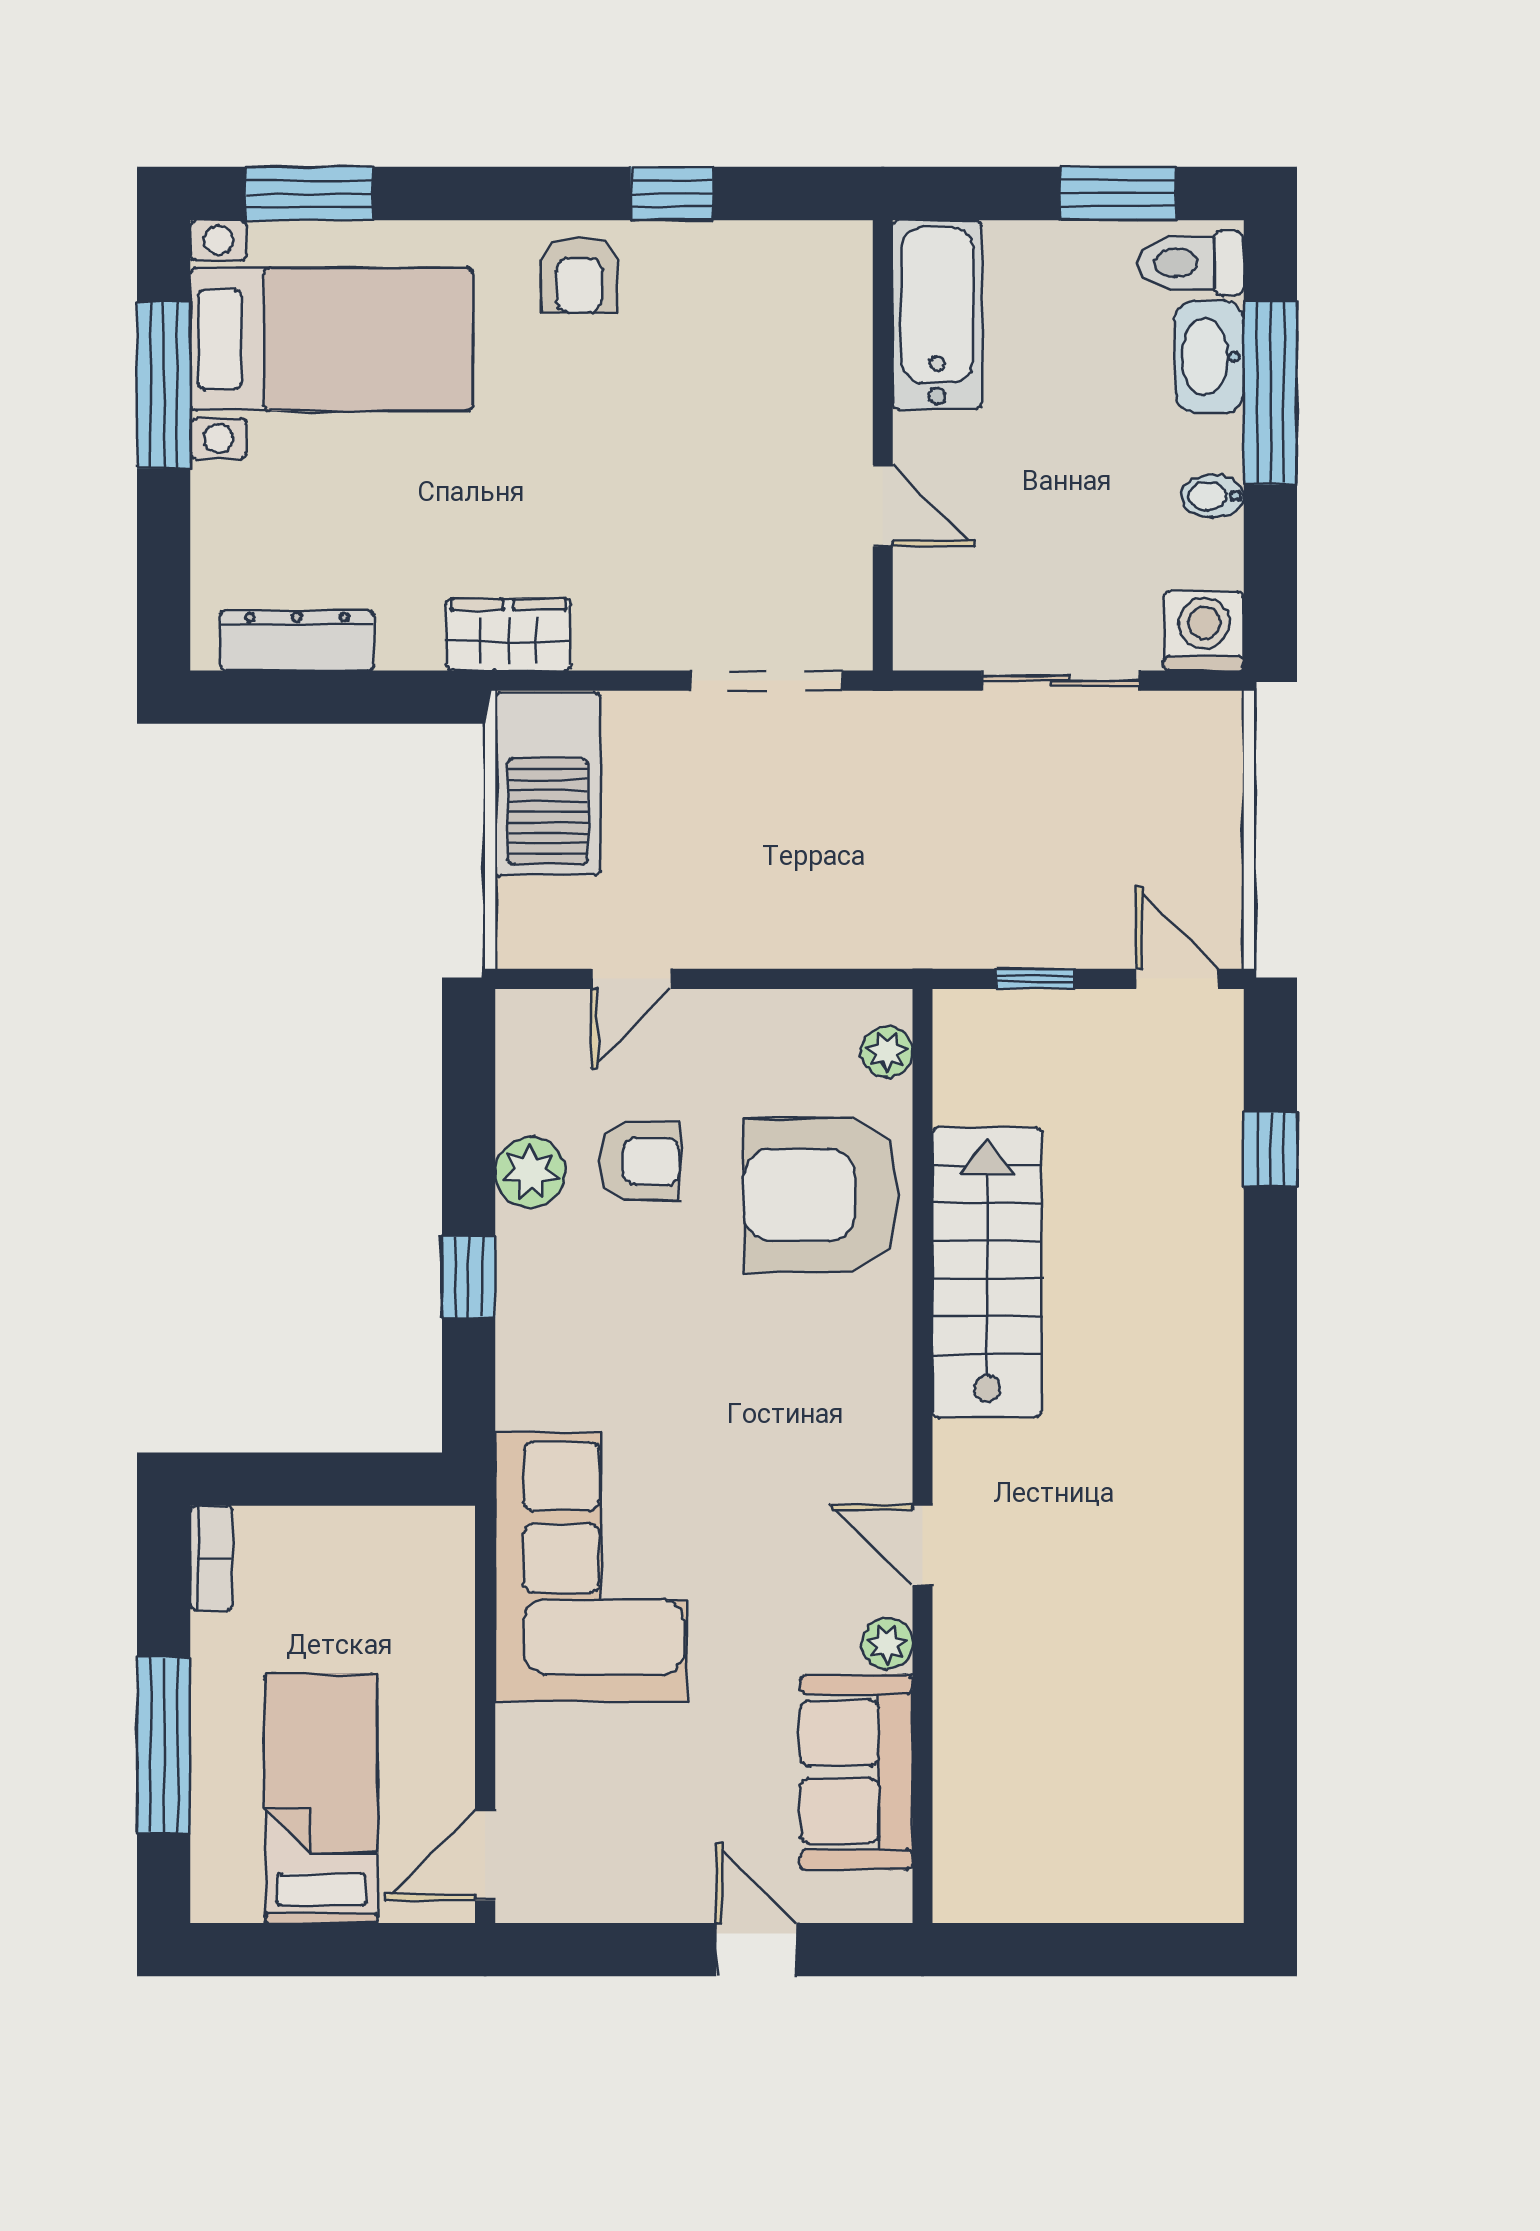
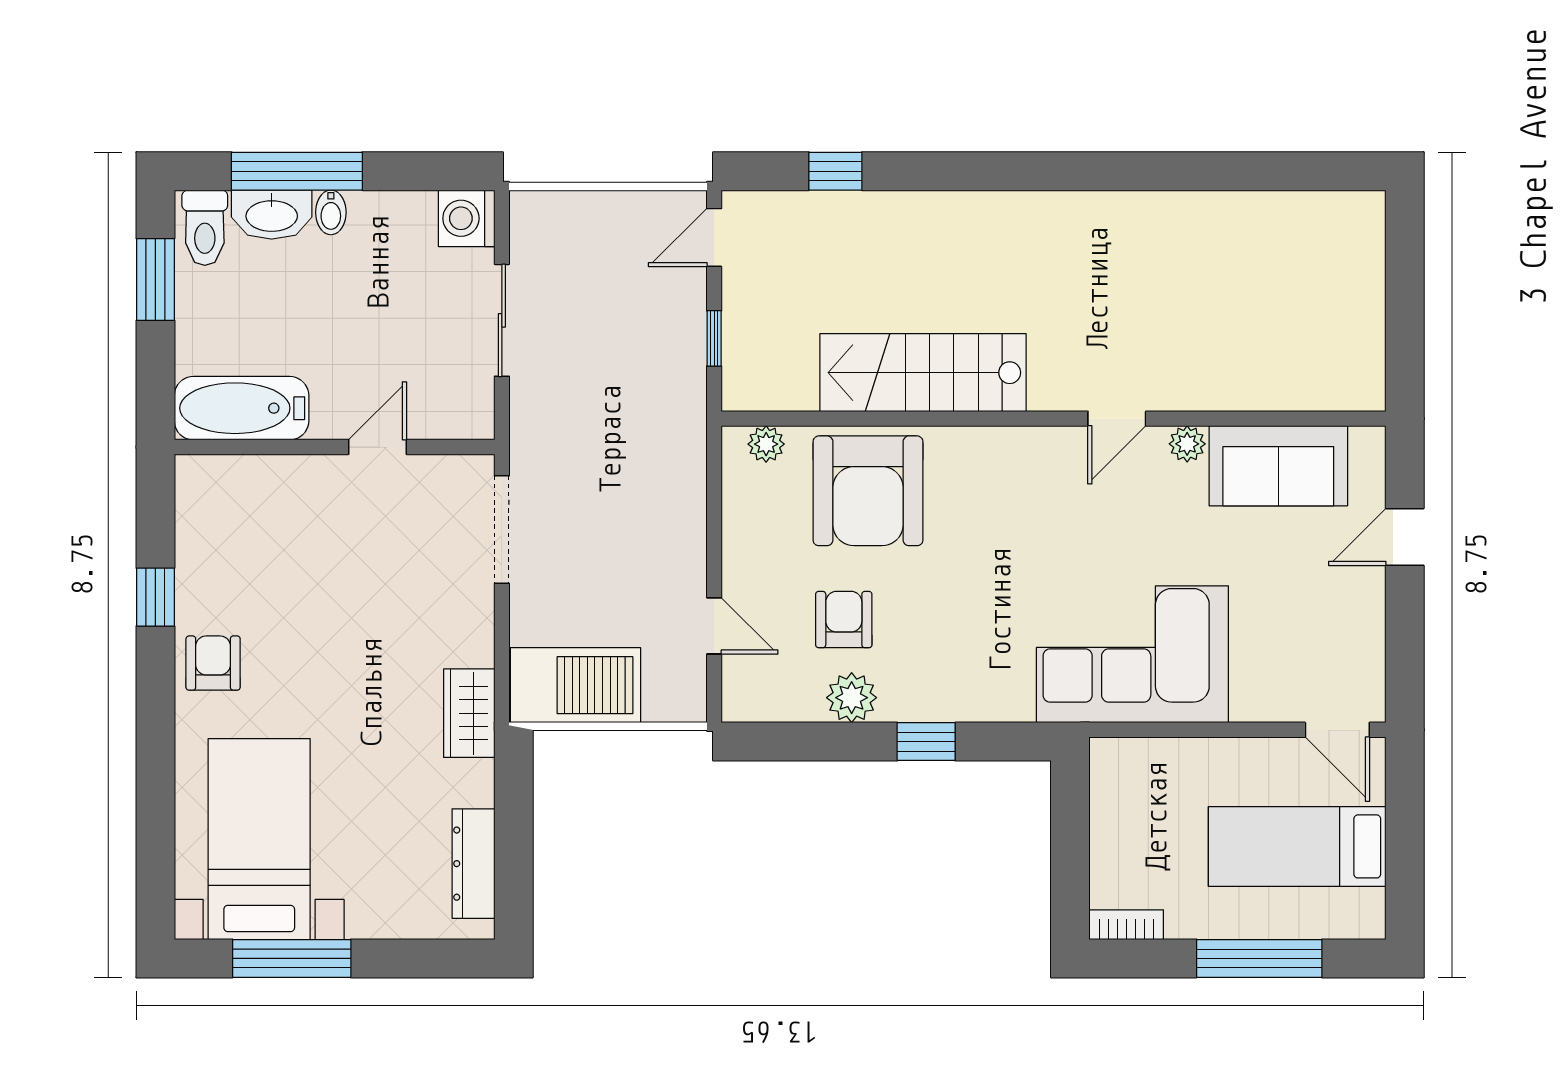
window: (309, 193) -> (155, 855), removed
armchair: (579, 275) -> (213, 663), turned -90
bidet: (1212, 496) -> (331, 212), moved

